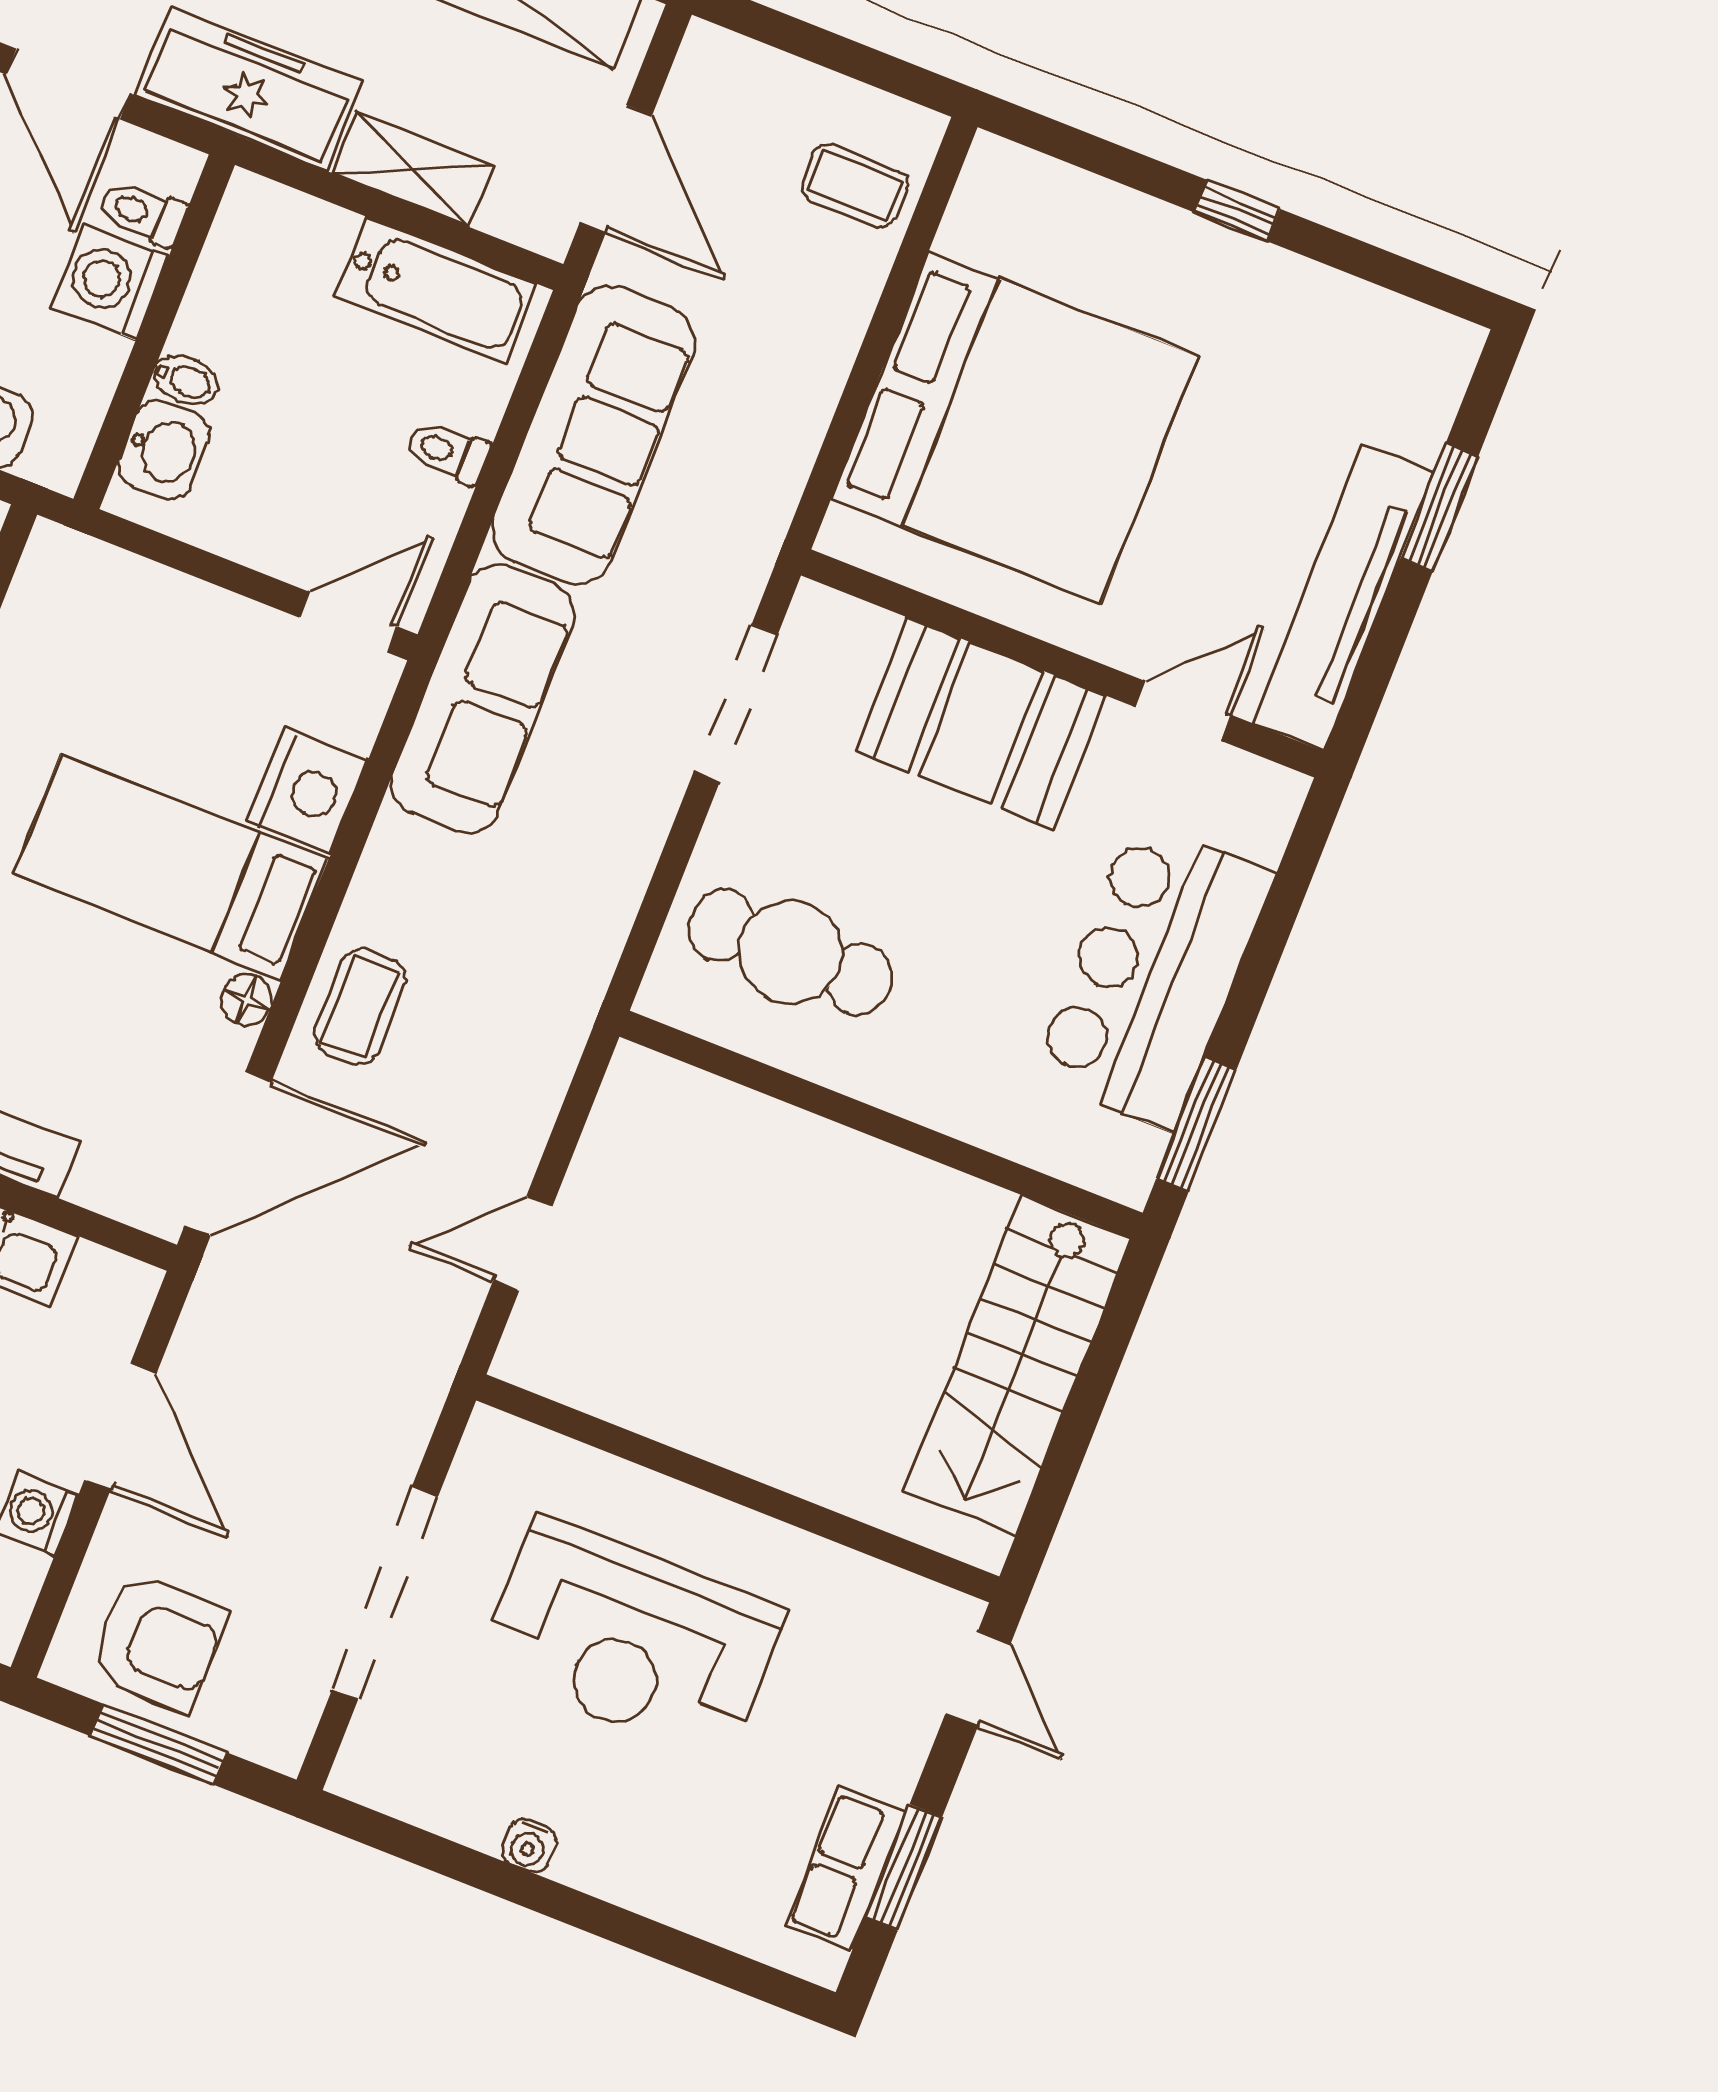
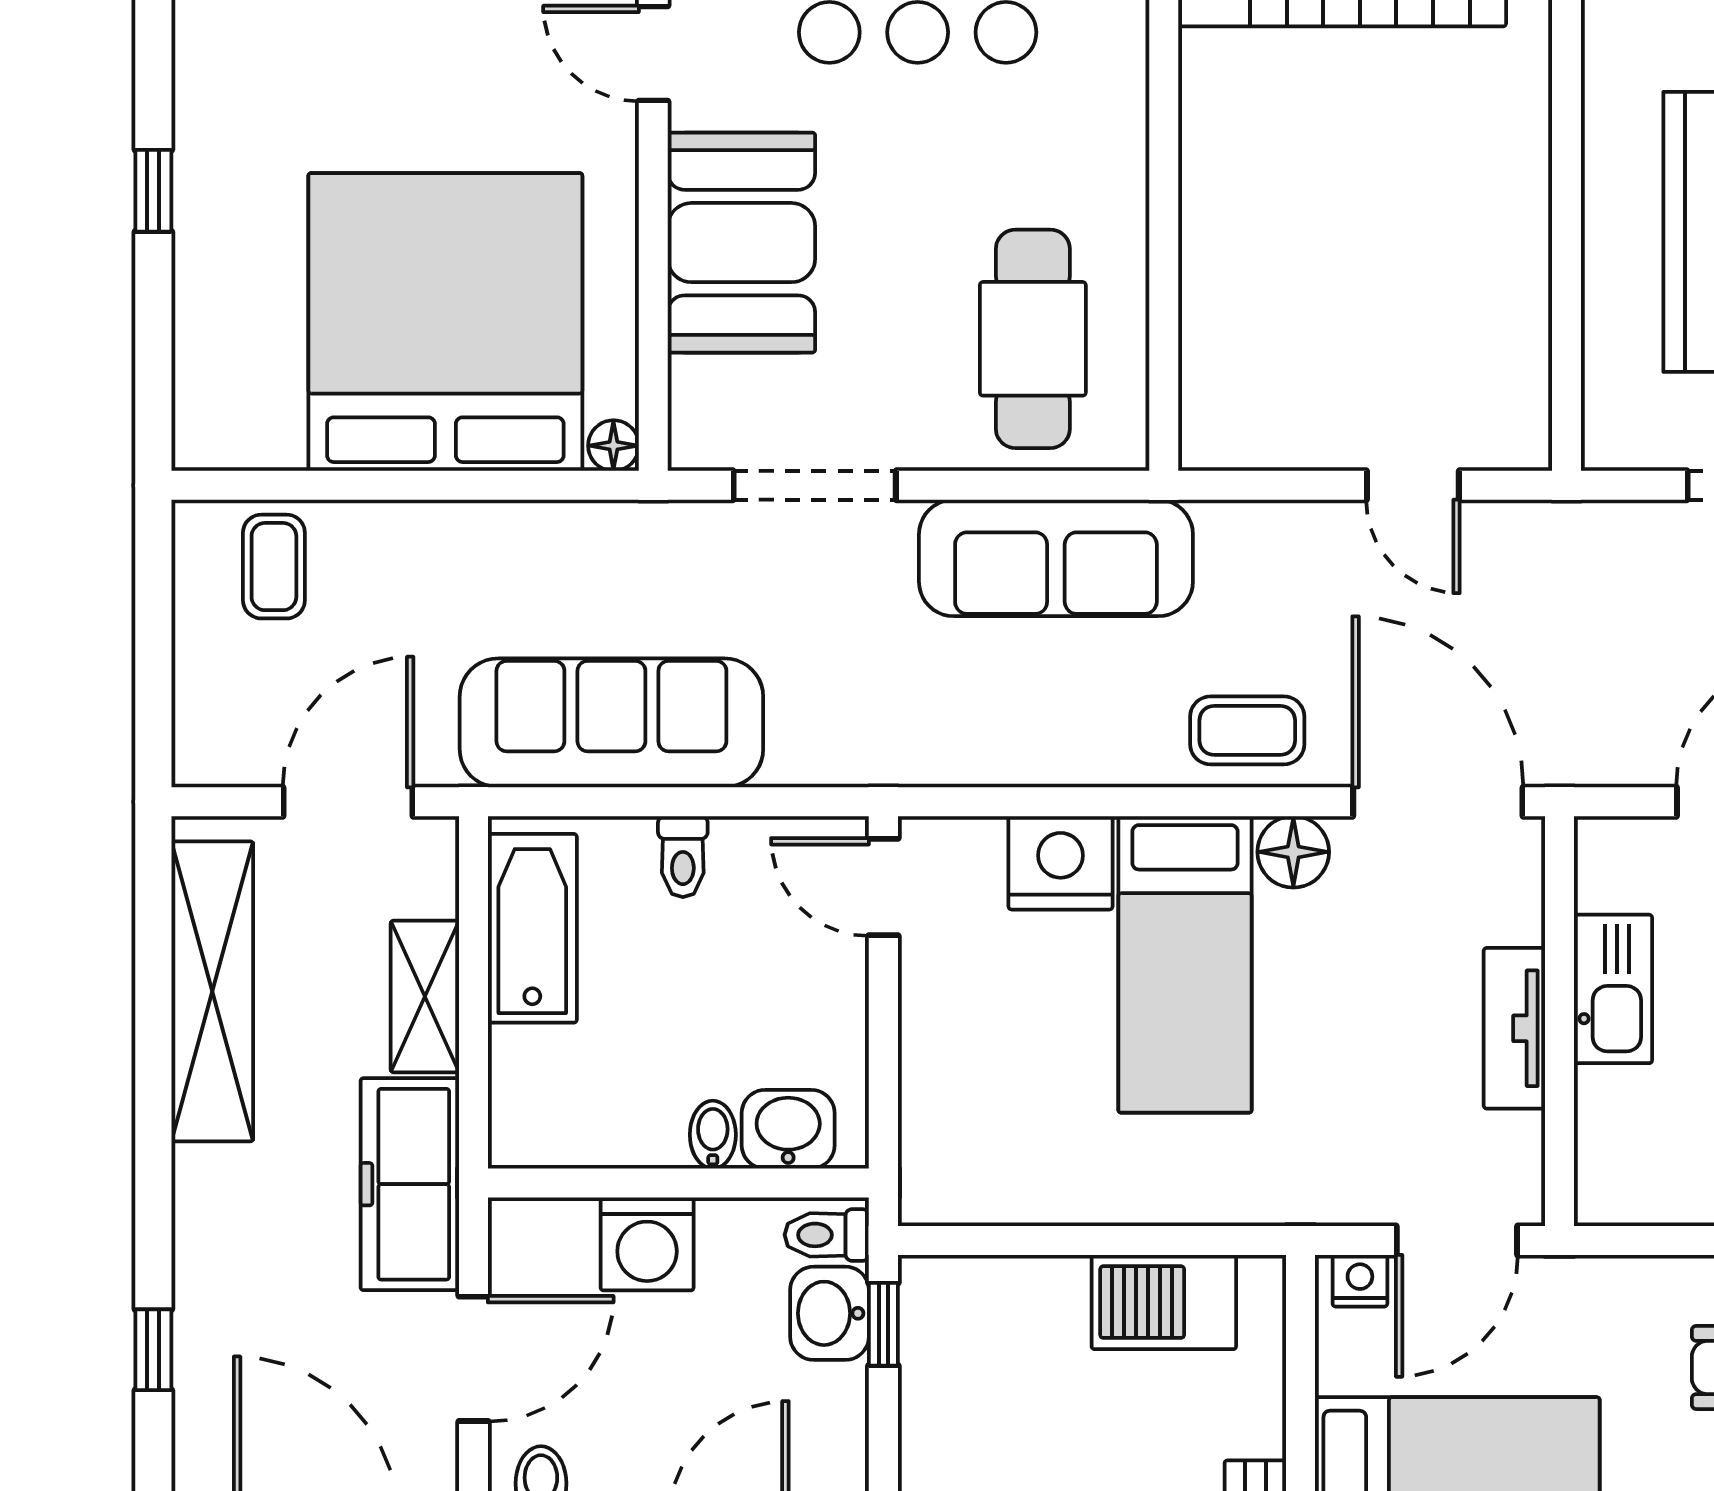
toilet: (142, 213) -> (827, 1235), moved, turned 90
floor lamp: (843, 535) -> (613, 446), added
sofa: (483, 699) -> (1056, 558), moved, turned 180
floor lamp: (246, 1000) -> (1293, 852), width x1.37, depth x1.37

